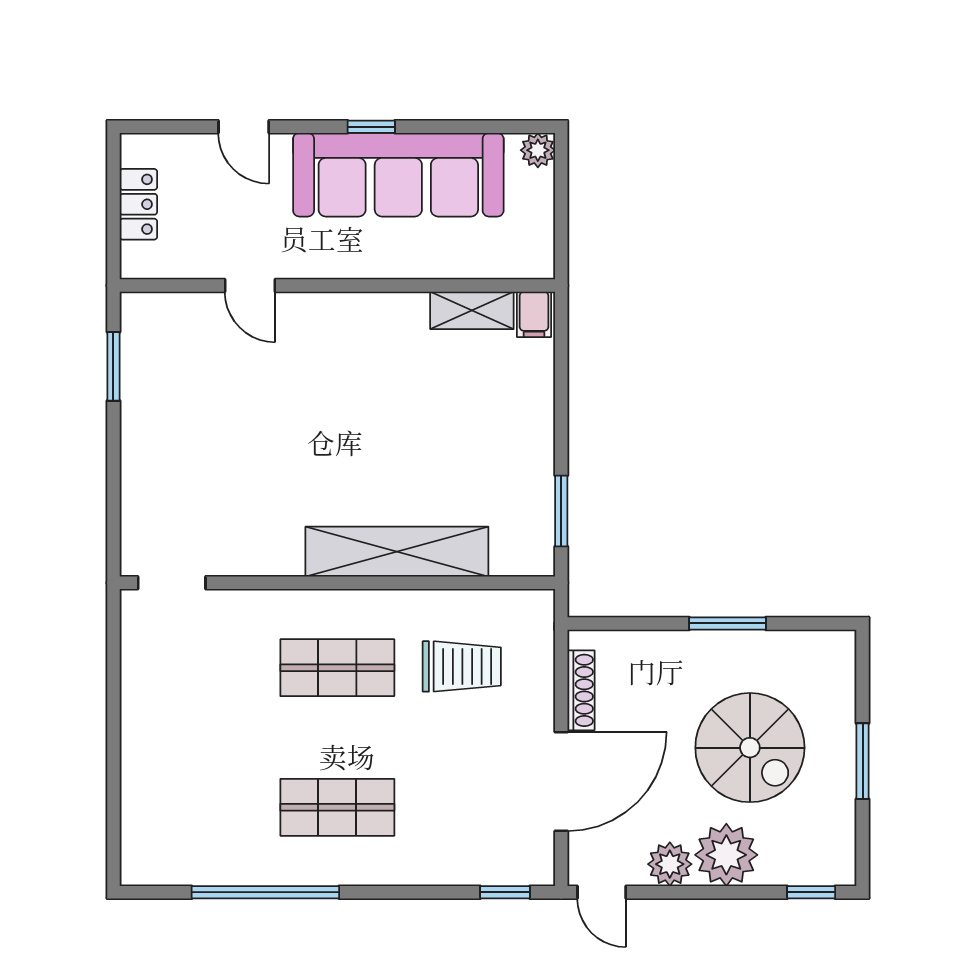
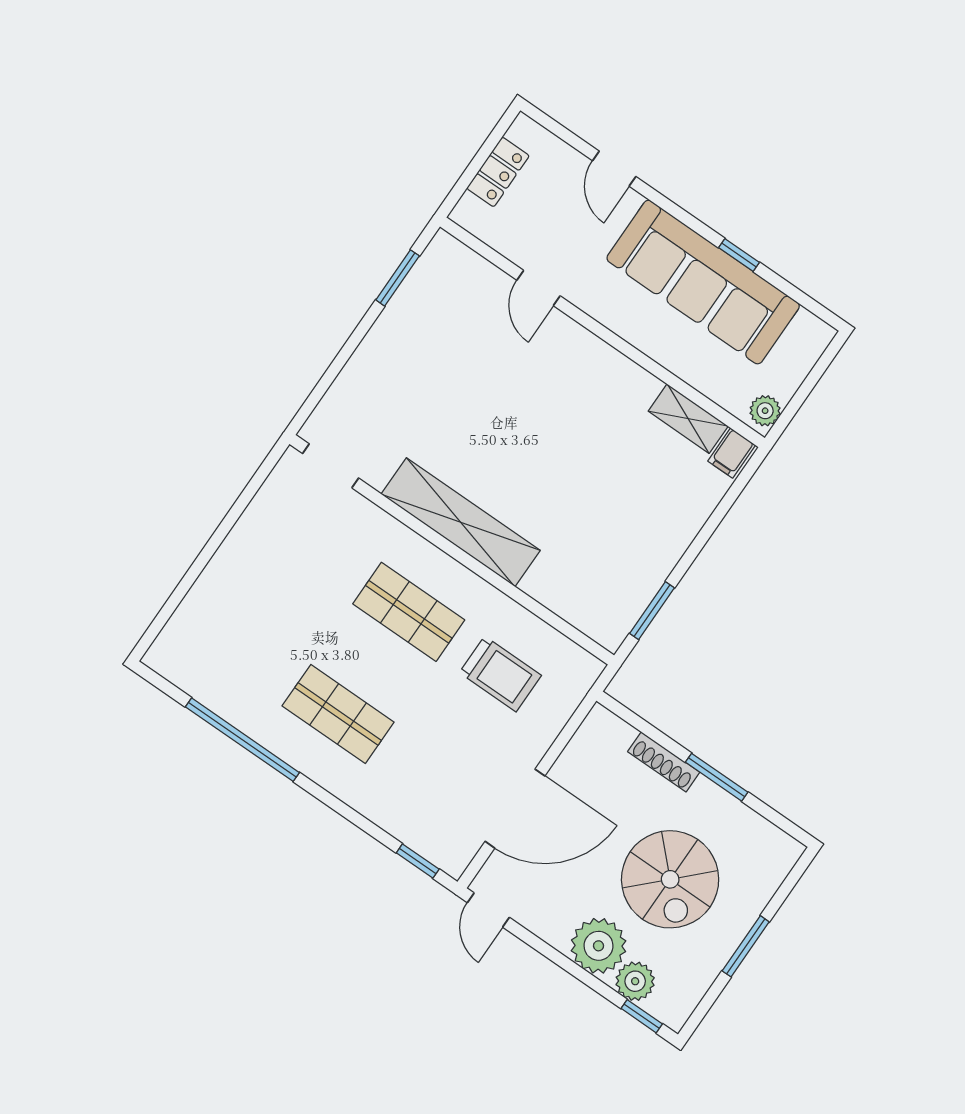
window: (371, 127) -> (739, 255), moved
plant: (538, 150) -> (765, 411), moved
shelving: (397, 552) -> (461, 522), moved
shoe rack: (581, 690) -> (664, 762), moved, turned 90
plant: (670, 864) -> (635, 981), moved

